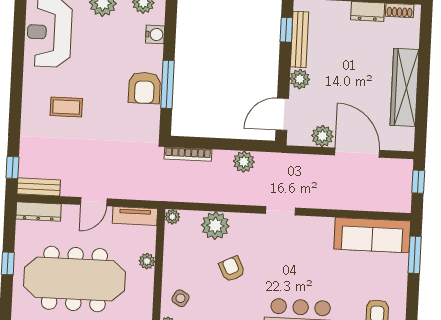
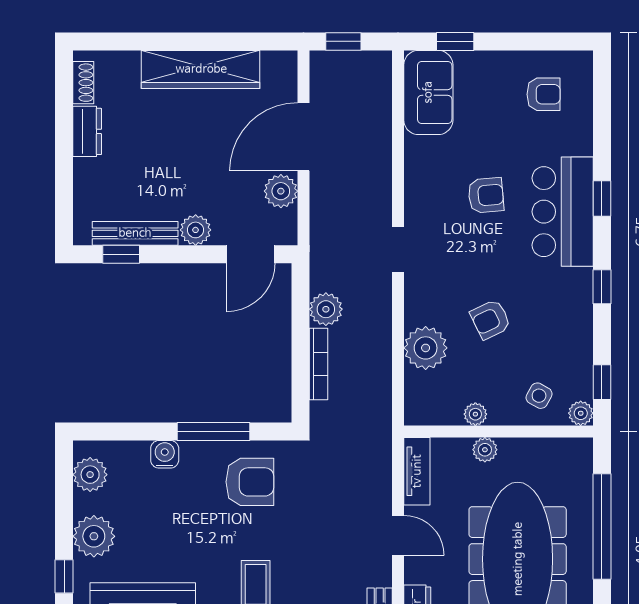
water cooler: (155, 34) -> (165, 454), moved
armchair: (144, 88) -> (250, 482), moved
door: (282, 114) -> (251, 254), hinge flipped
bookcase: (188, 154) -> (319, 364), moved
plant: (172, 217) -> (475, 414), moved
sofa: (372, 235) -> (428, 92), width x0.73
window: (415, 255) -> (455, 41), width x0.67
armchair: (313, 270) -> (486, 195), added

